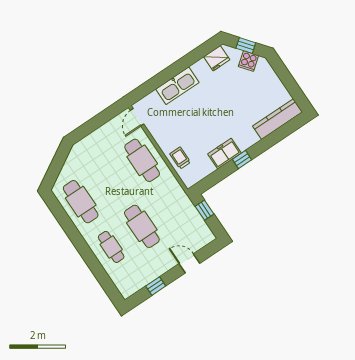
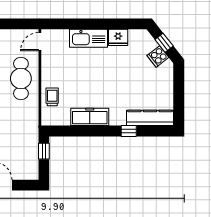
fridge: (217, 58) -> (118, 37), moved
freezer: (224, 154) -> (90, 117), width x1.40
window: (242, 160) -> (129, 131), moved

